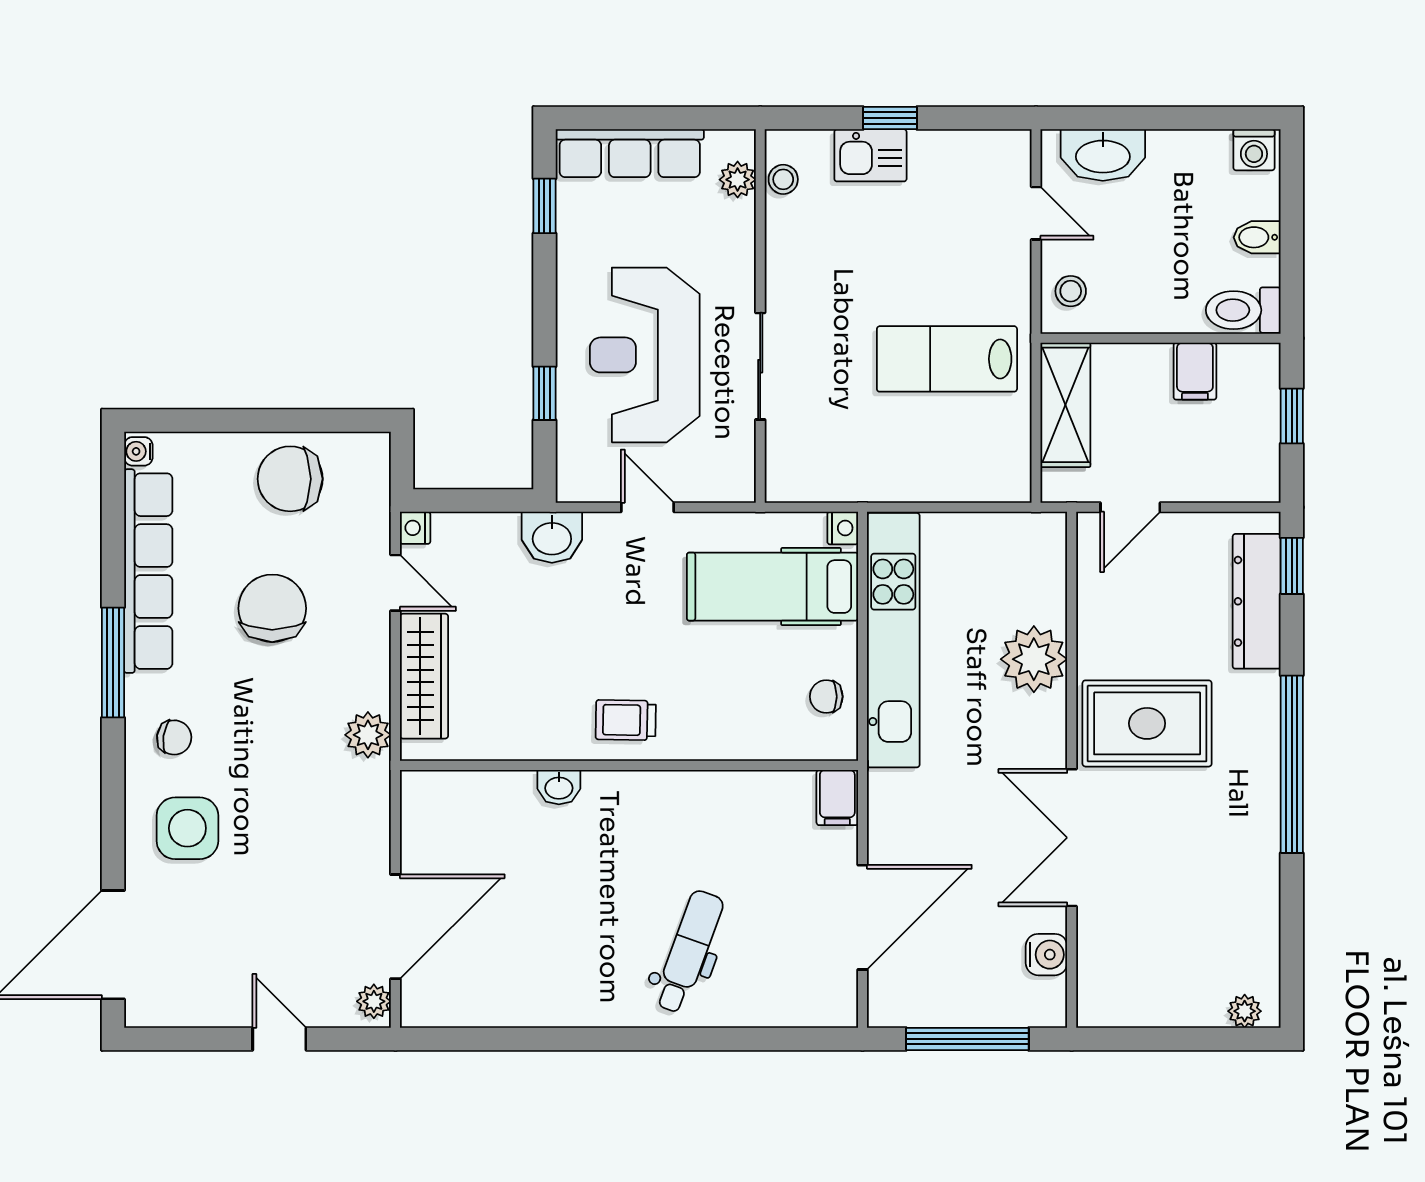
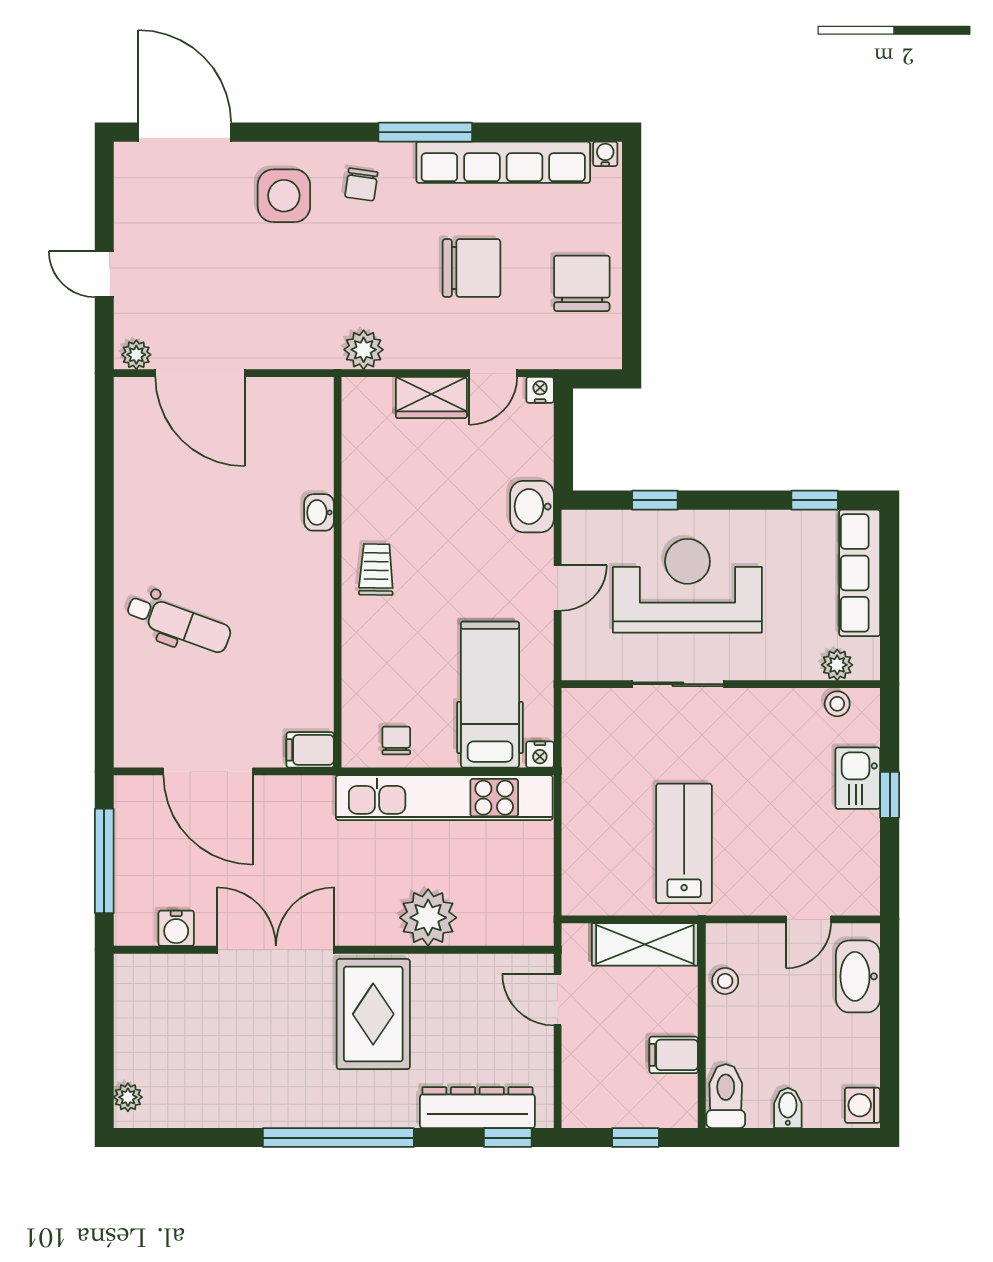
stool: (1071, 291) -> (725, 981), moved
wardrobe: (424, 676) -> (431, 397), width x0.67
door: (279, 1039) -> (104, 274), swing flipped

